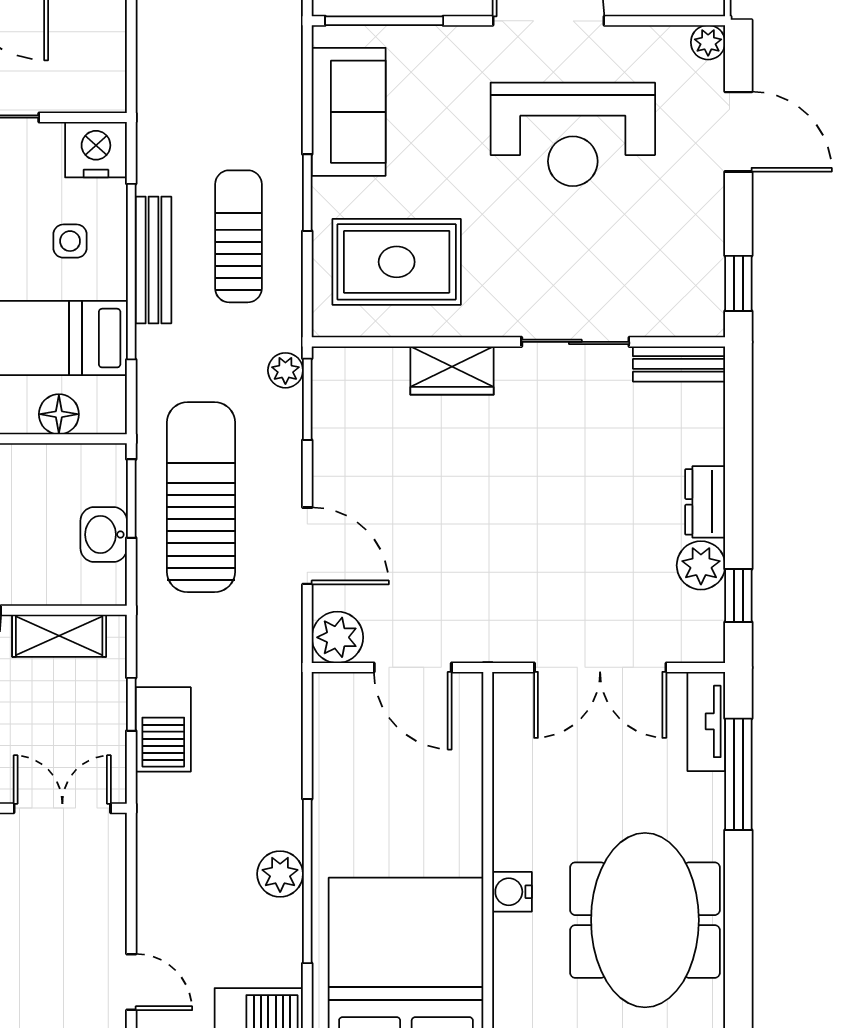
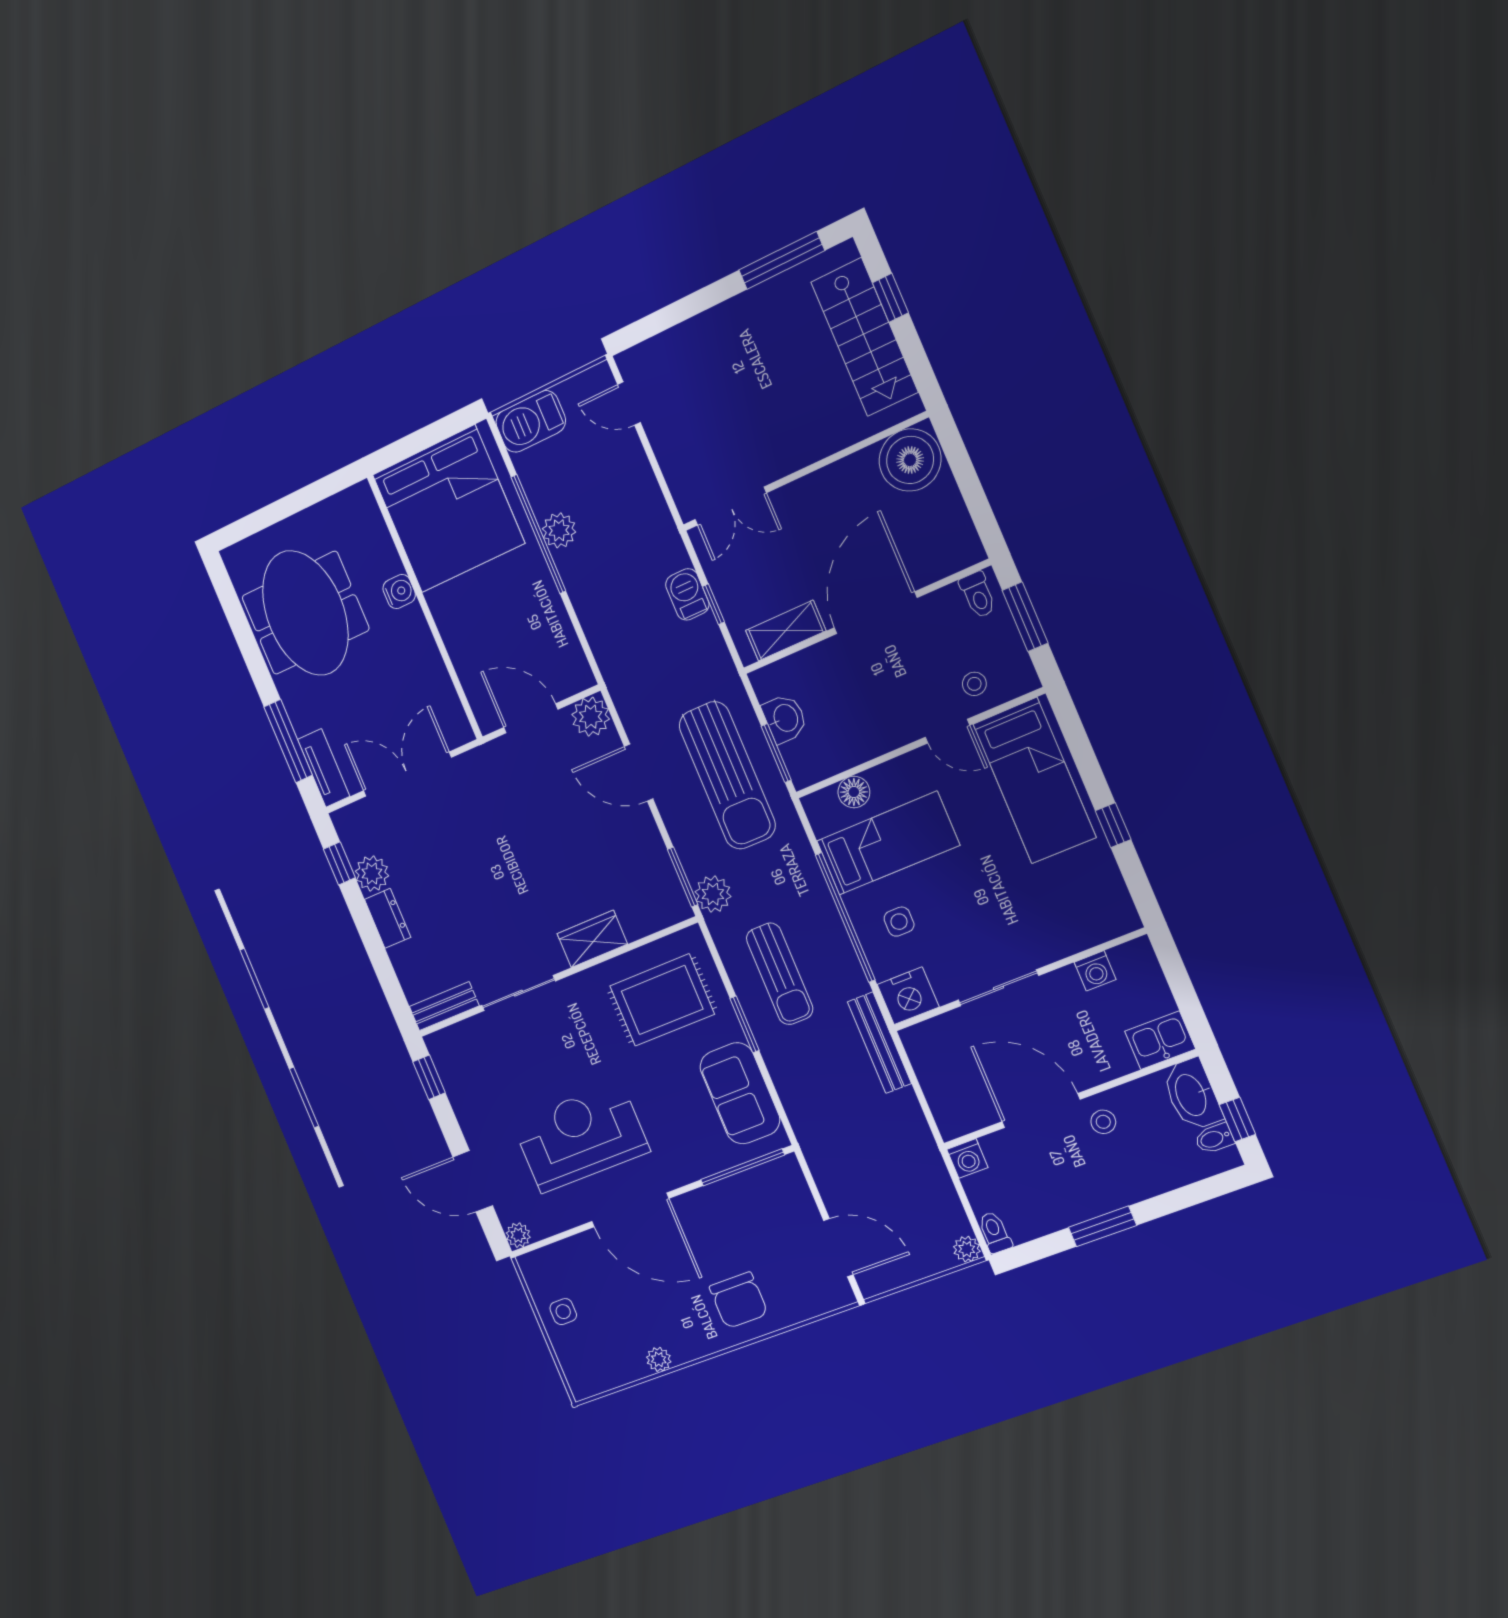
bench: (153, 260) -> (879, 1043), moved
plant: (285, 370) -> (713, 894), width x1.38, depth x1.38
barbecue: (163, 729) -> (687, 594), width x0.73, depth x0.79

